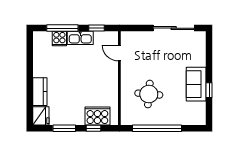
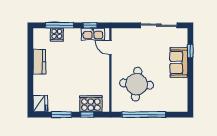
kitchen sink: (80, 38) -> (93, 34), moved
sofa: (196, 84) -> (179, 62), moved
window: (209, 90) -> (190, 51), moved
kitchen counter: (40, 92) -> (39, 62), moved
round table: (149, 94) -> (137, 84), width x1.36, depth x1.36

